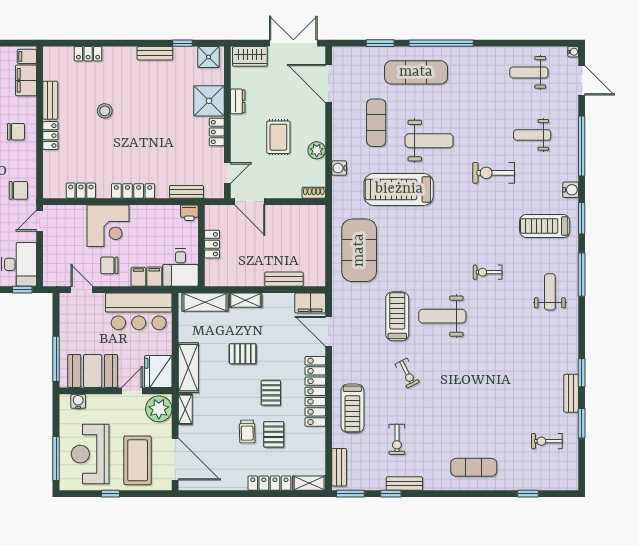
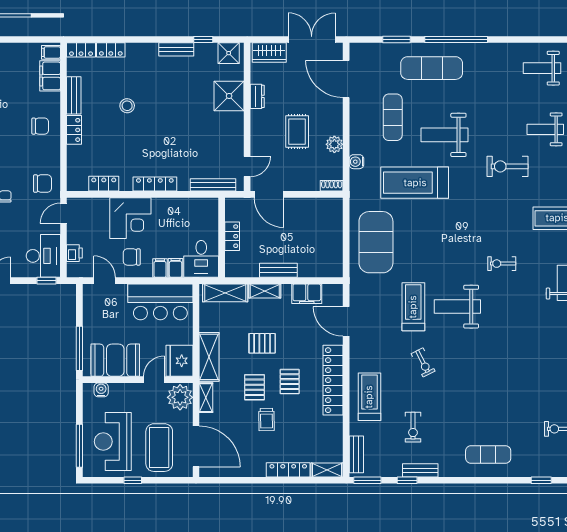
locker: (217, 132) -> (81, 50), moved, turned -90
weight bench: (429, 141) -> (444, 135), turned 180
bench: (186, 192) -> (213, 185), width x1.36
printer: (189, 213) -> (74, 253), moved, turned -90
bench: (284, 279) -> (278, 270), moved
filing cabinet: (310, 303) -> (307, 294), moved
treadmill: (352, 408) -> (369, 397), turned 180
pallet: (274, 434) -> (254, 387), moved

